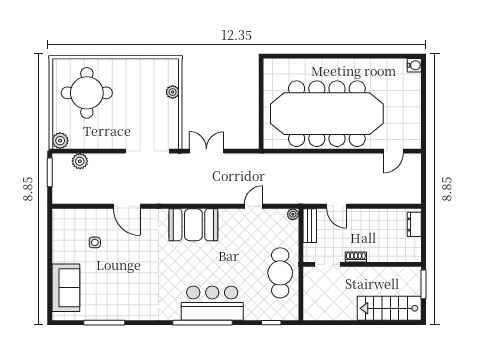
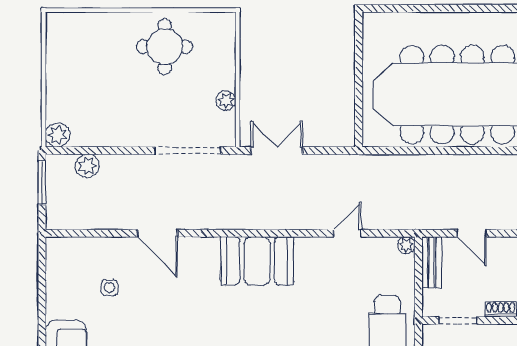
plant: (173, 92) -> (226, 101), moved
round table: (87, 93) -> (165, 47), moved, width x0.73, depth x0.73

